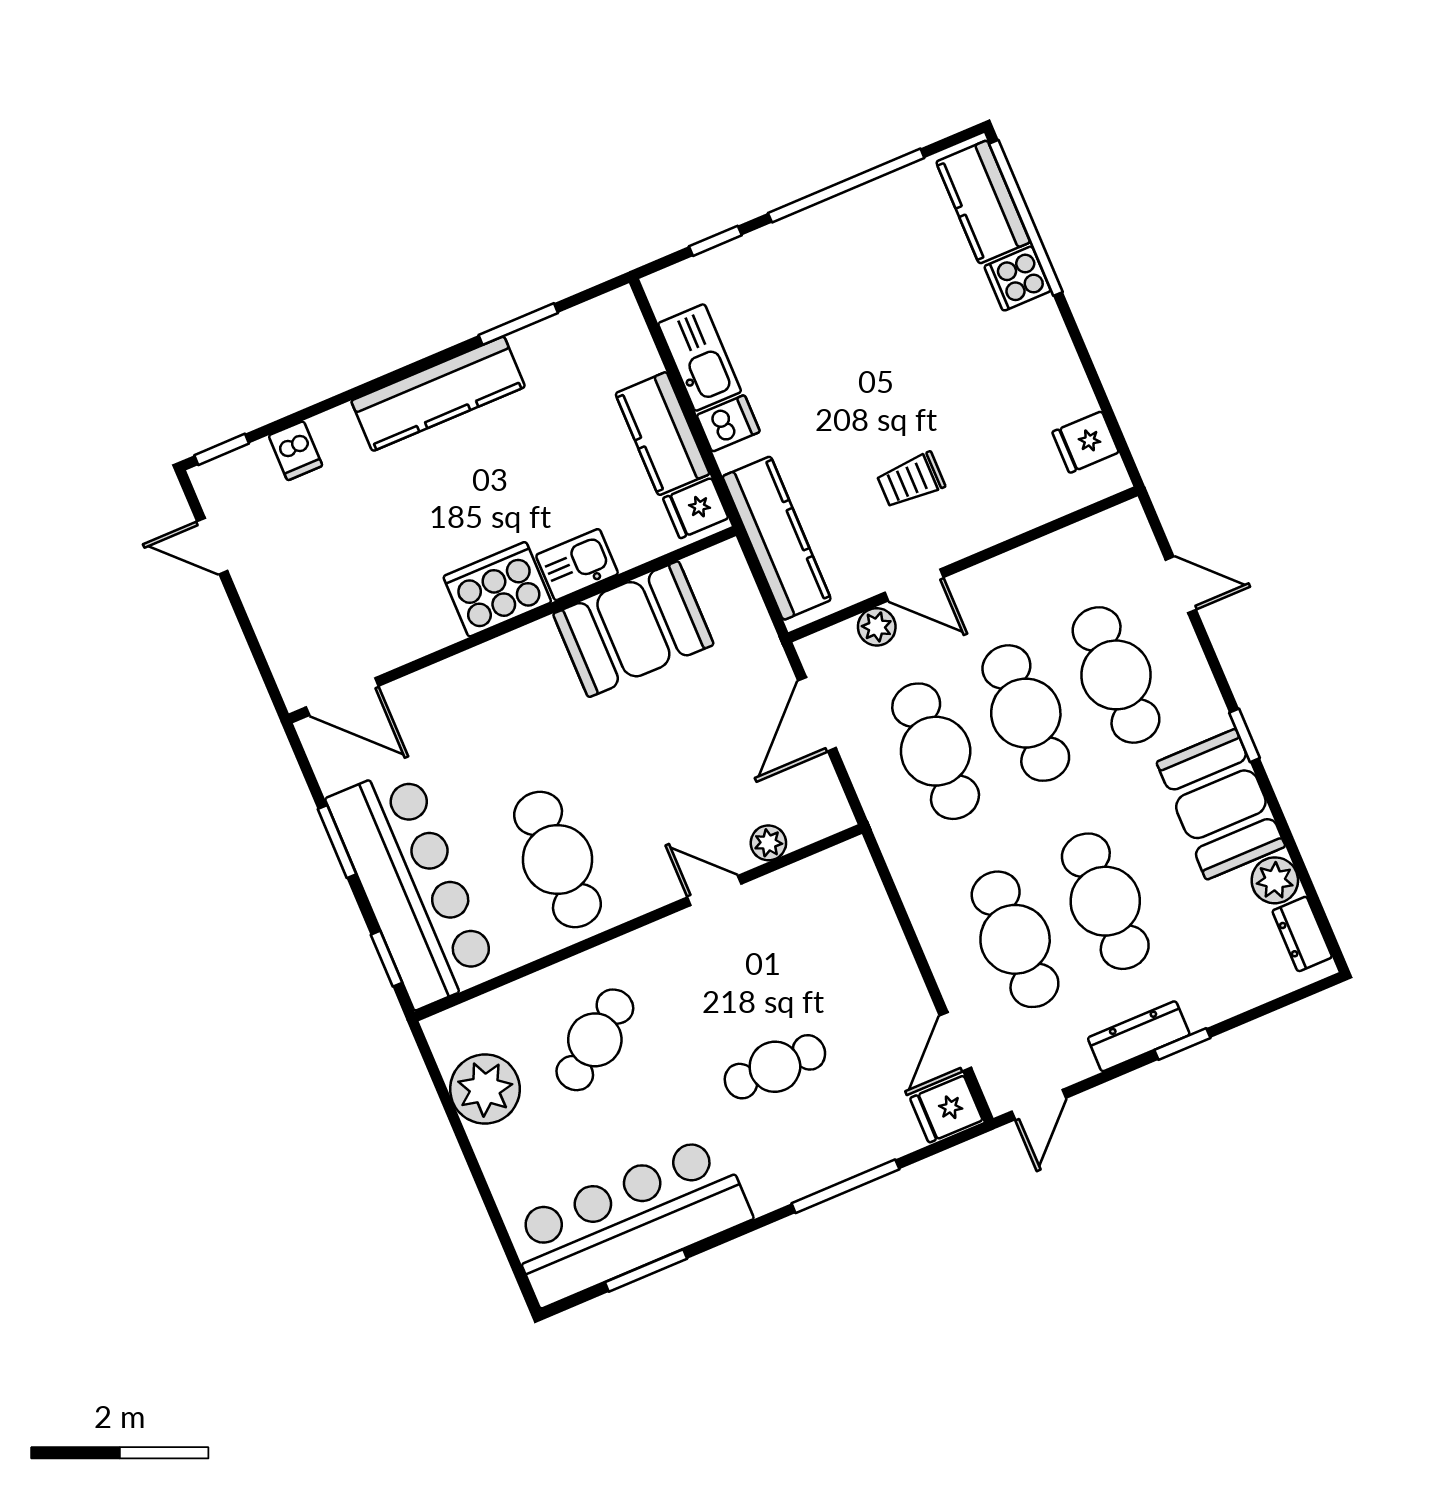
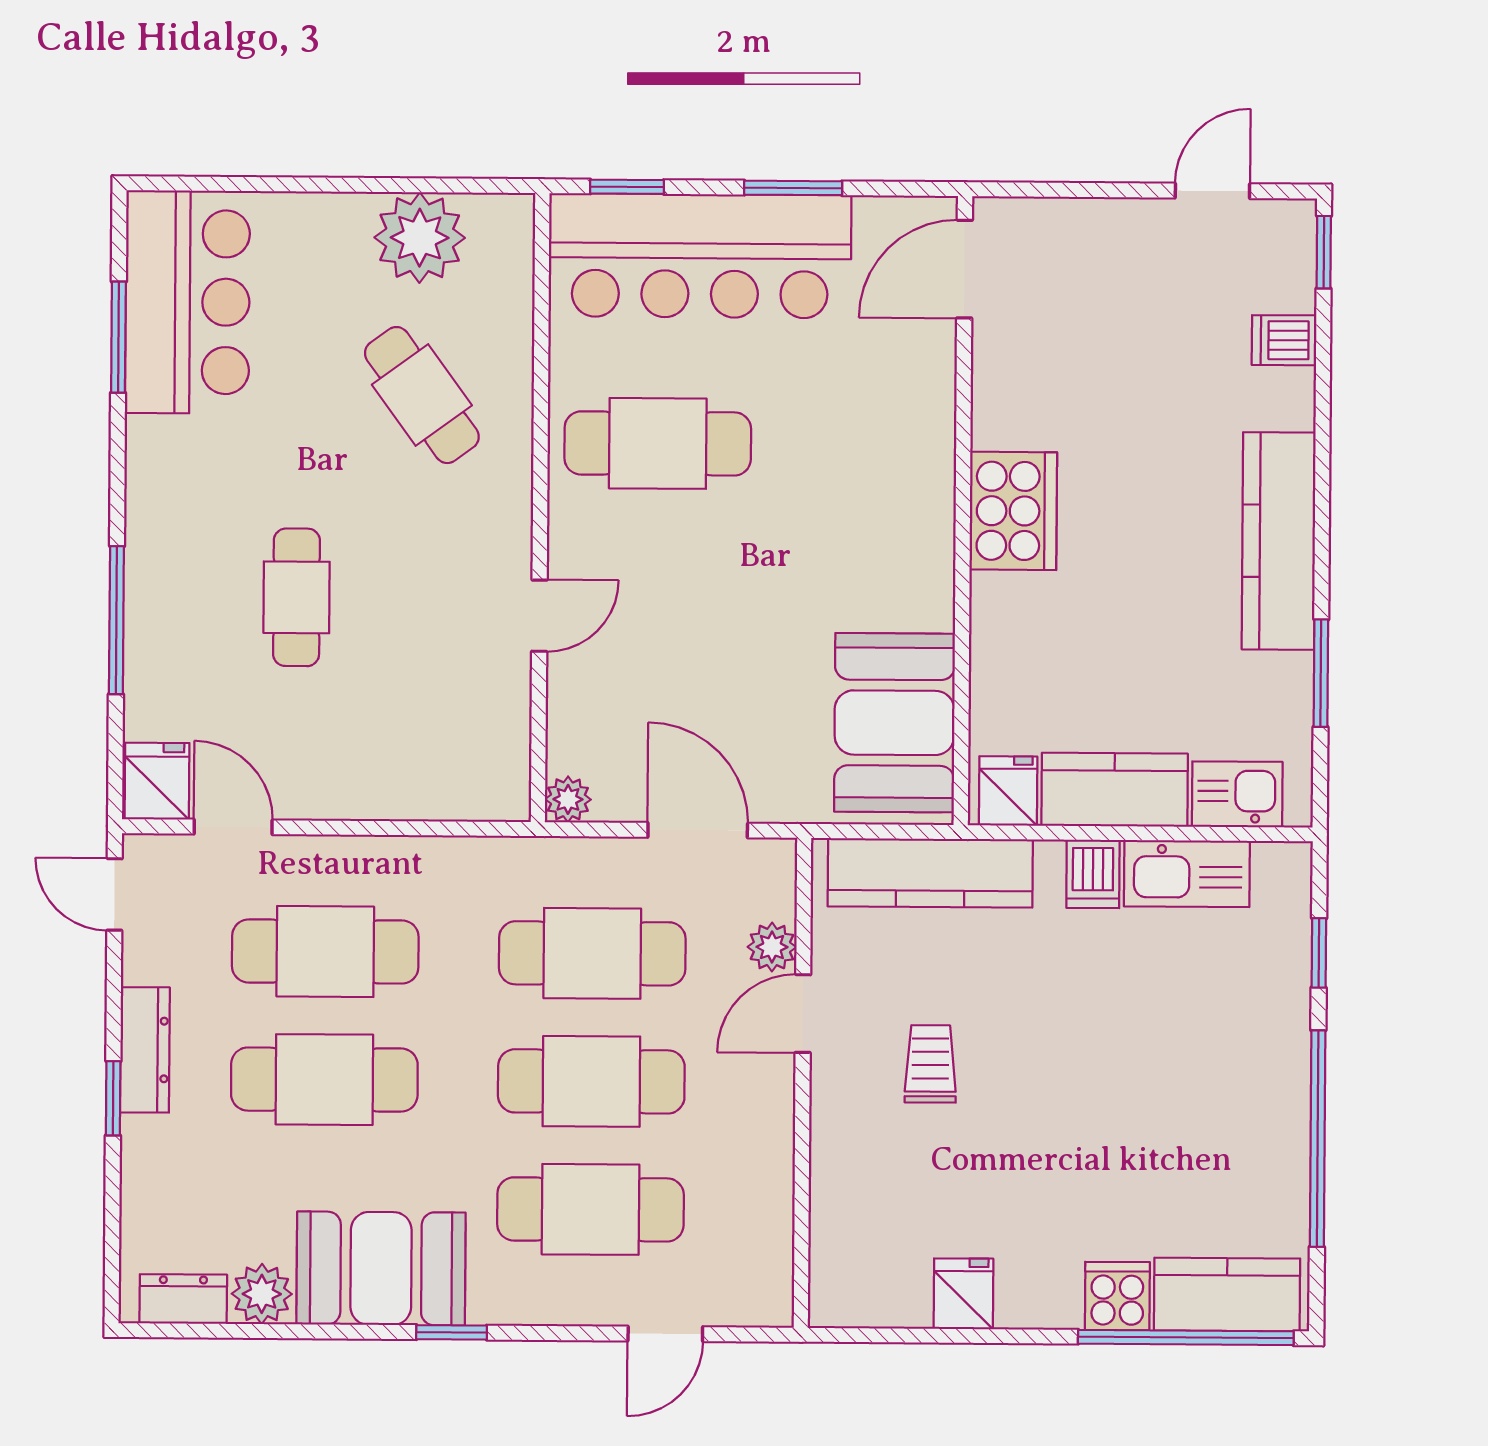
fridge: (1086, 442) -> (963, 1294), moved
kitchen sink: (577, 565) -> (1237, 794), moved, turned -90
booth: (633, 629) -> (895, 723), moved
plant: (768, 843) -> (568, 799), moved
bar counter: (629, 1221) -> (187, 302), width x0.73

